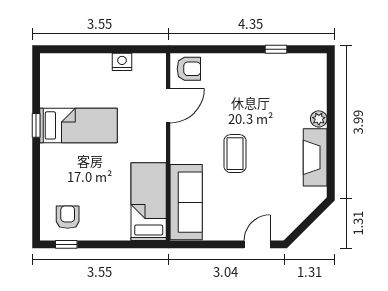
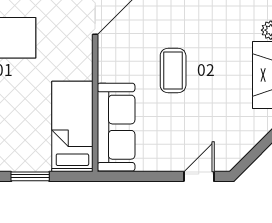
window: (113, 244) -> (30, 176), added

